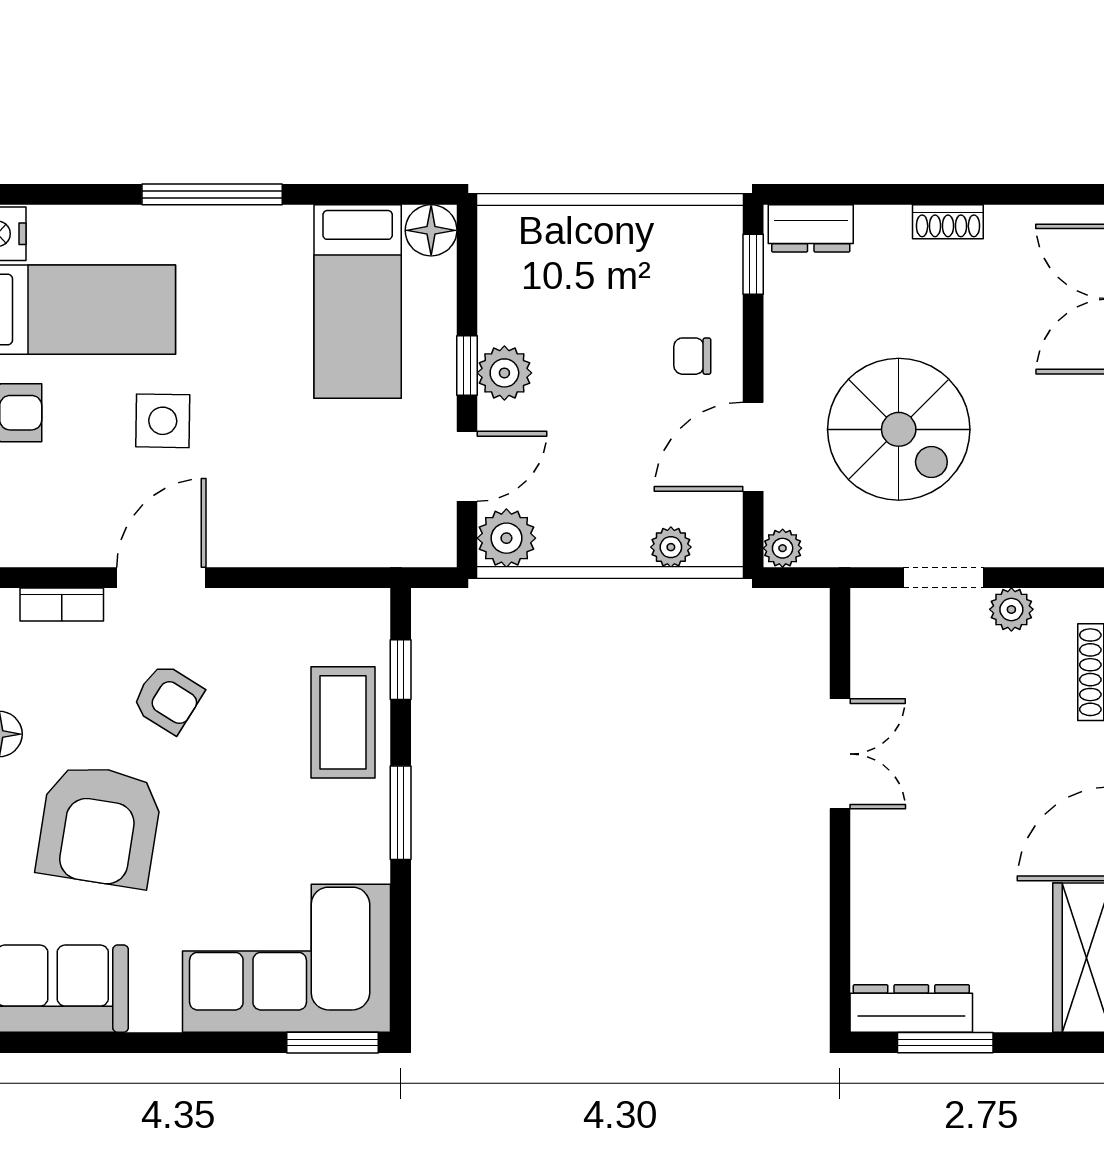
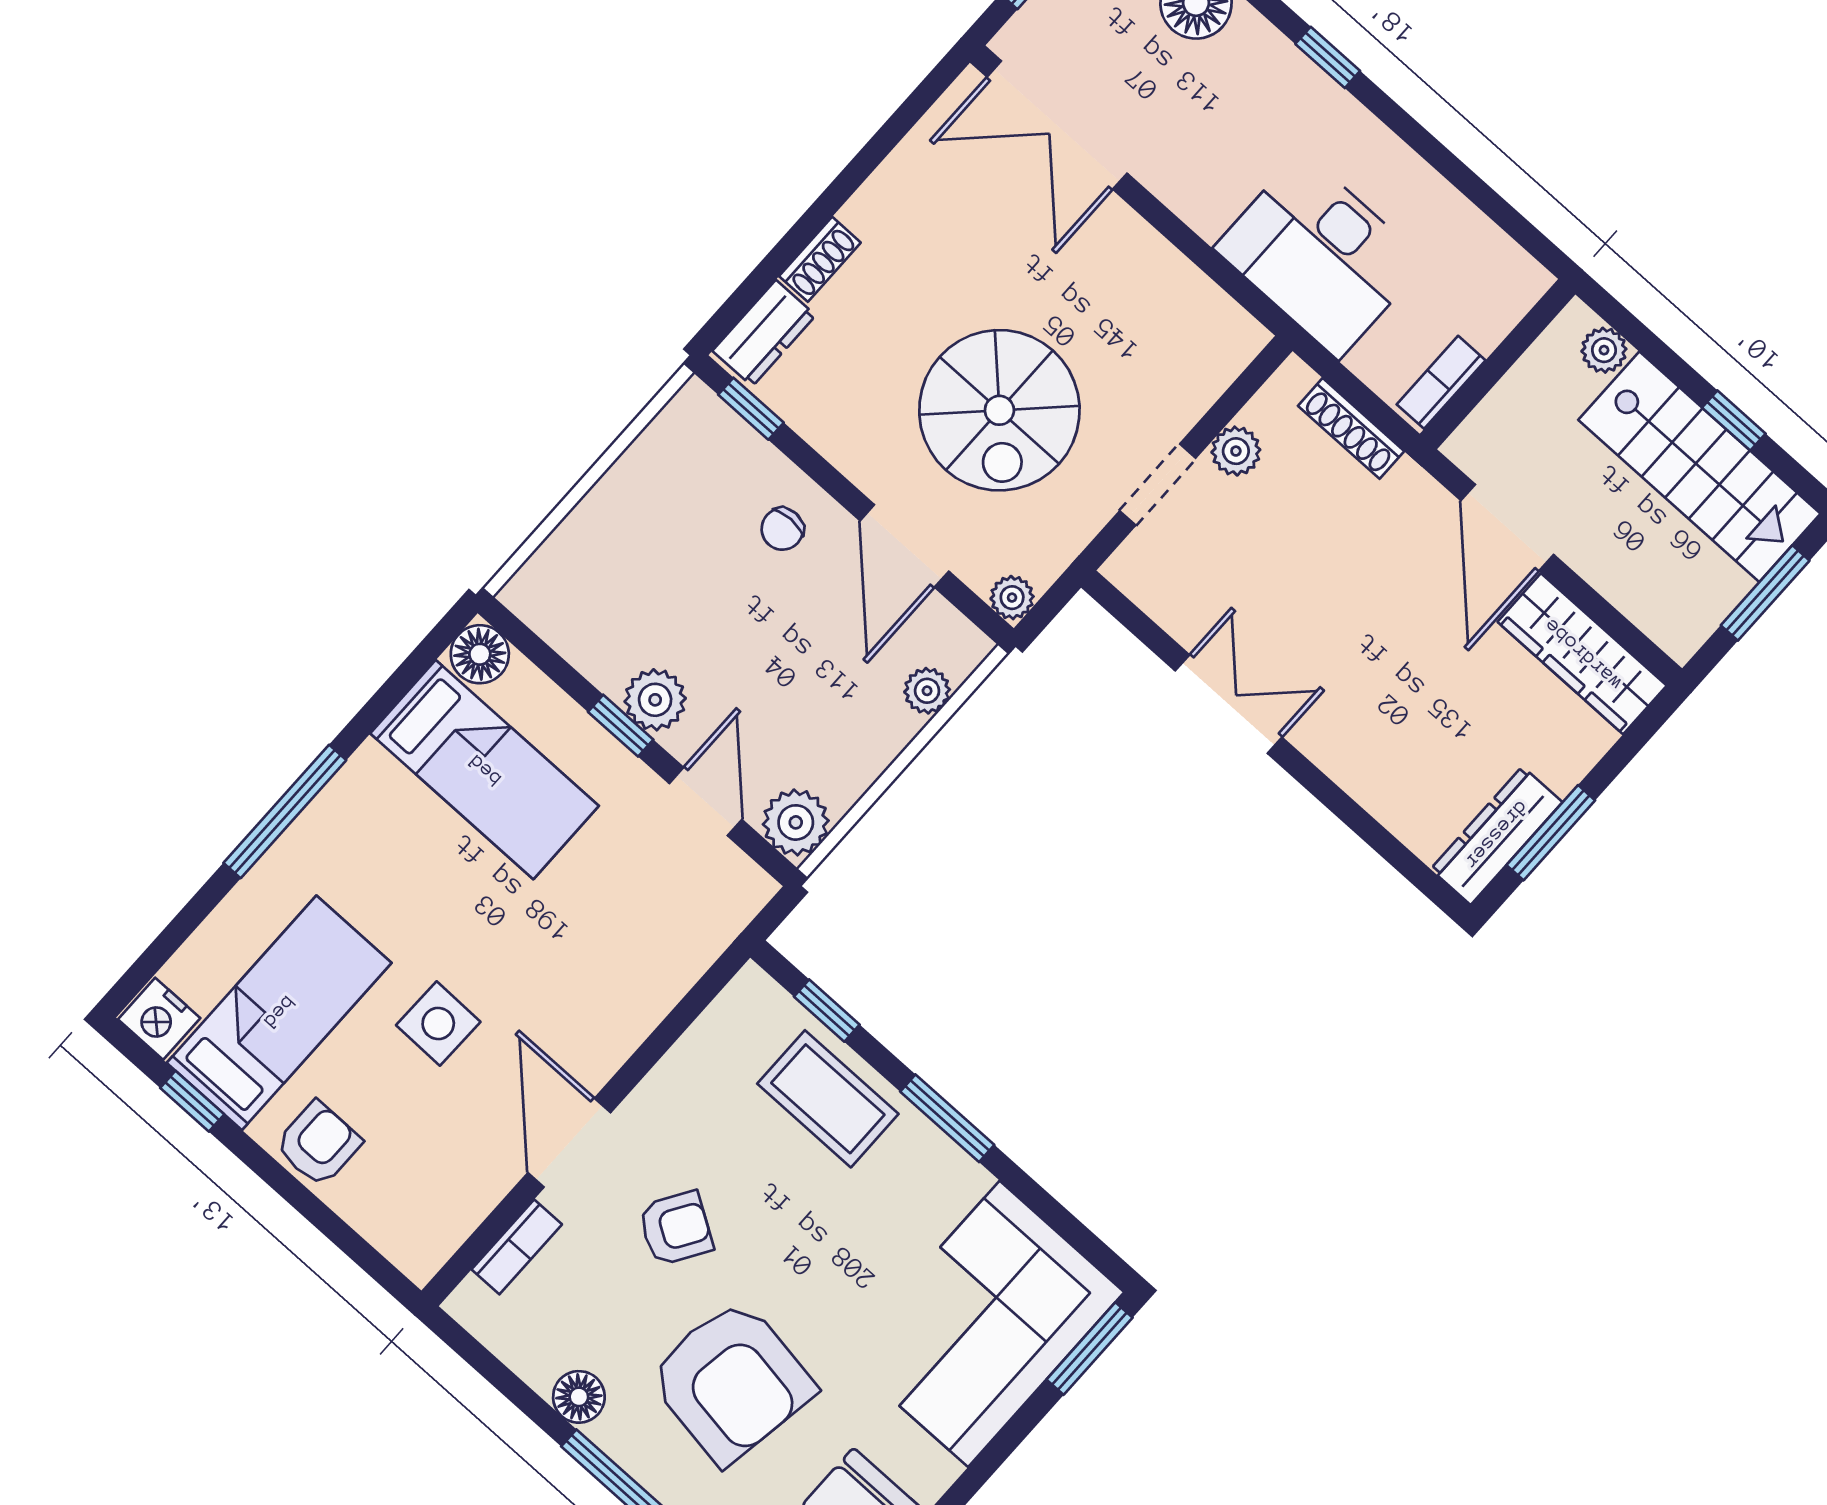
shoe rack: (948, 222) -> (820, 259), moved
spiral stairs: (899, 429) -> (999, 410), turned 90

